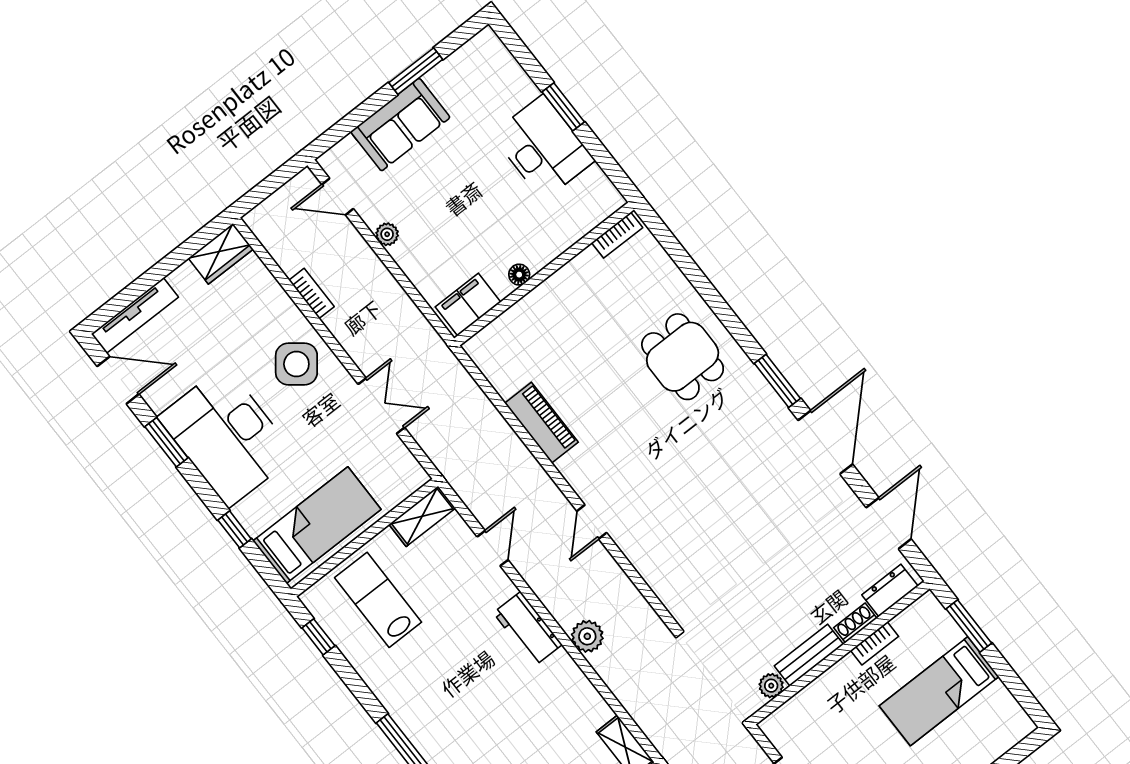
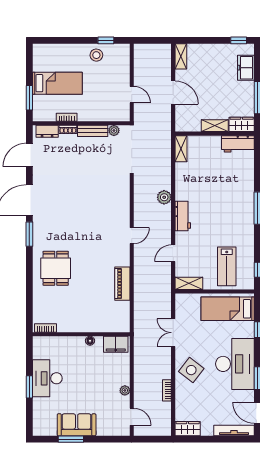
sofa: (400, 125) -> (77, 425), moved

